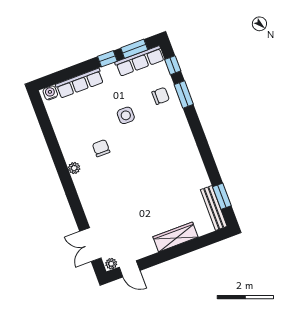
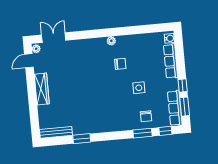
window: (222, 196) -> (82, 139), moved
wardrobe: (176, 237) -> (42, 89), moved

